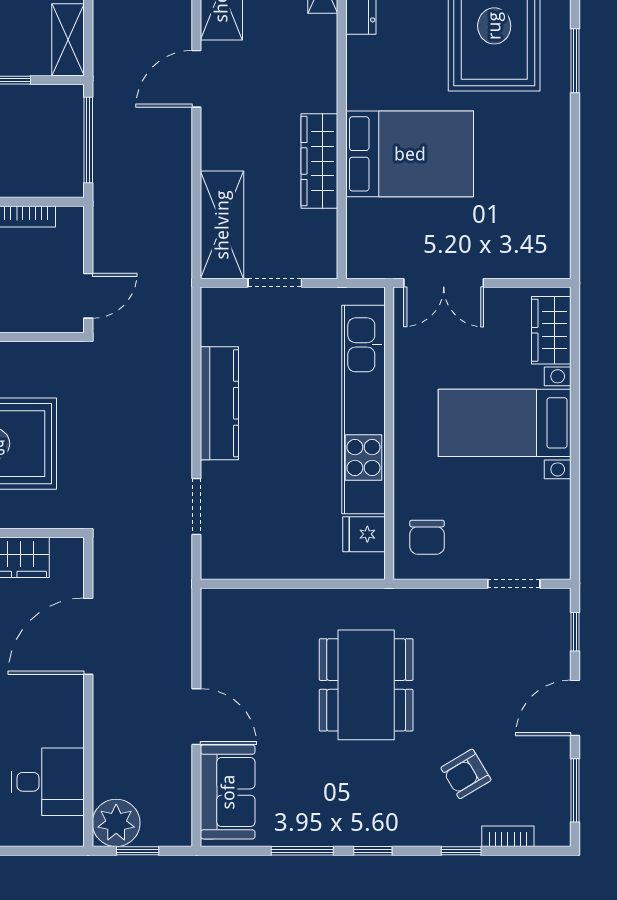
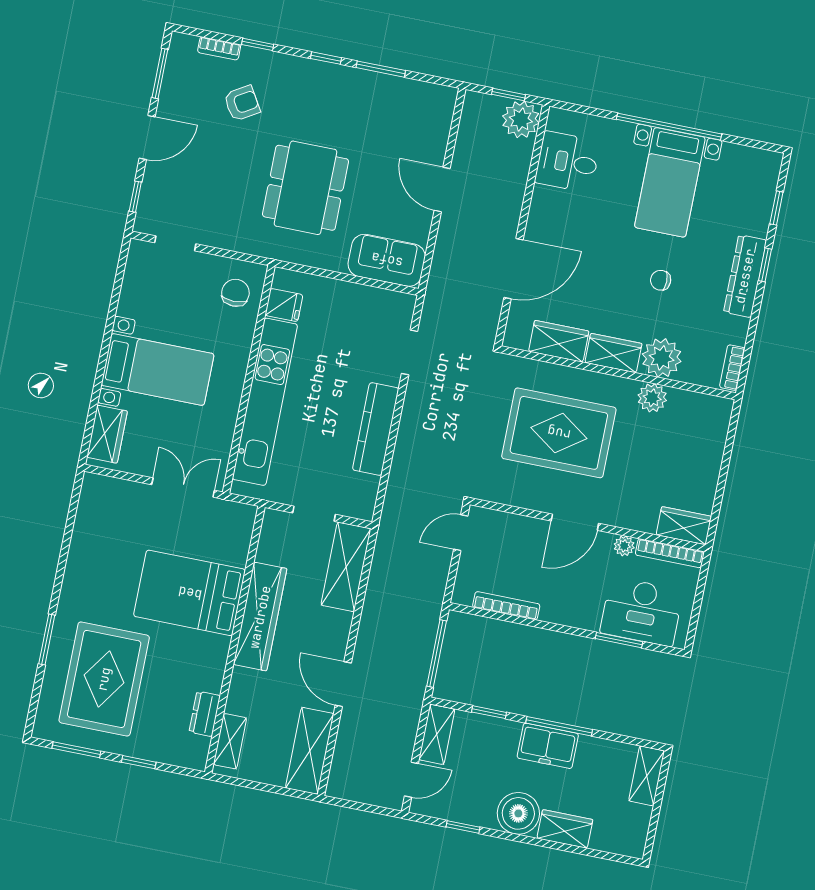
door: (196, 79) -> (343, 684), swing flipped
wardrobe: (319, 161) -> (260, 617), width x1.40, depth x1.17
sofa: (228, 792) -> (387, 260), moved, turned 90

